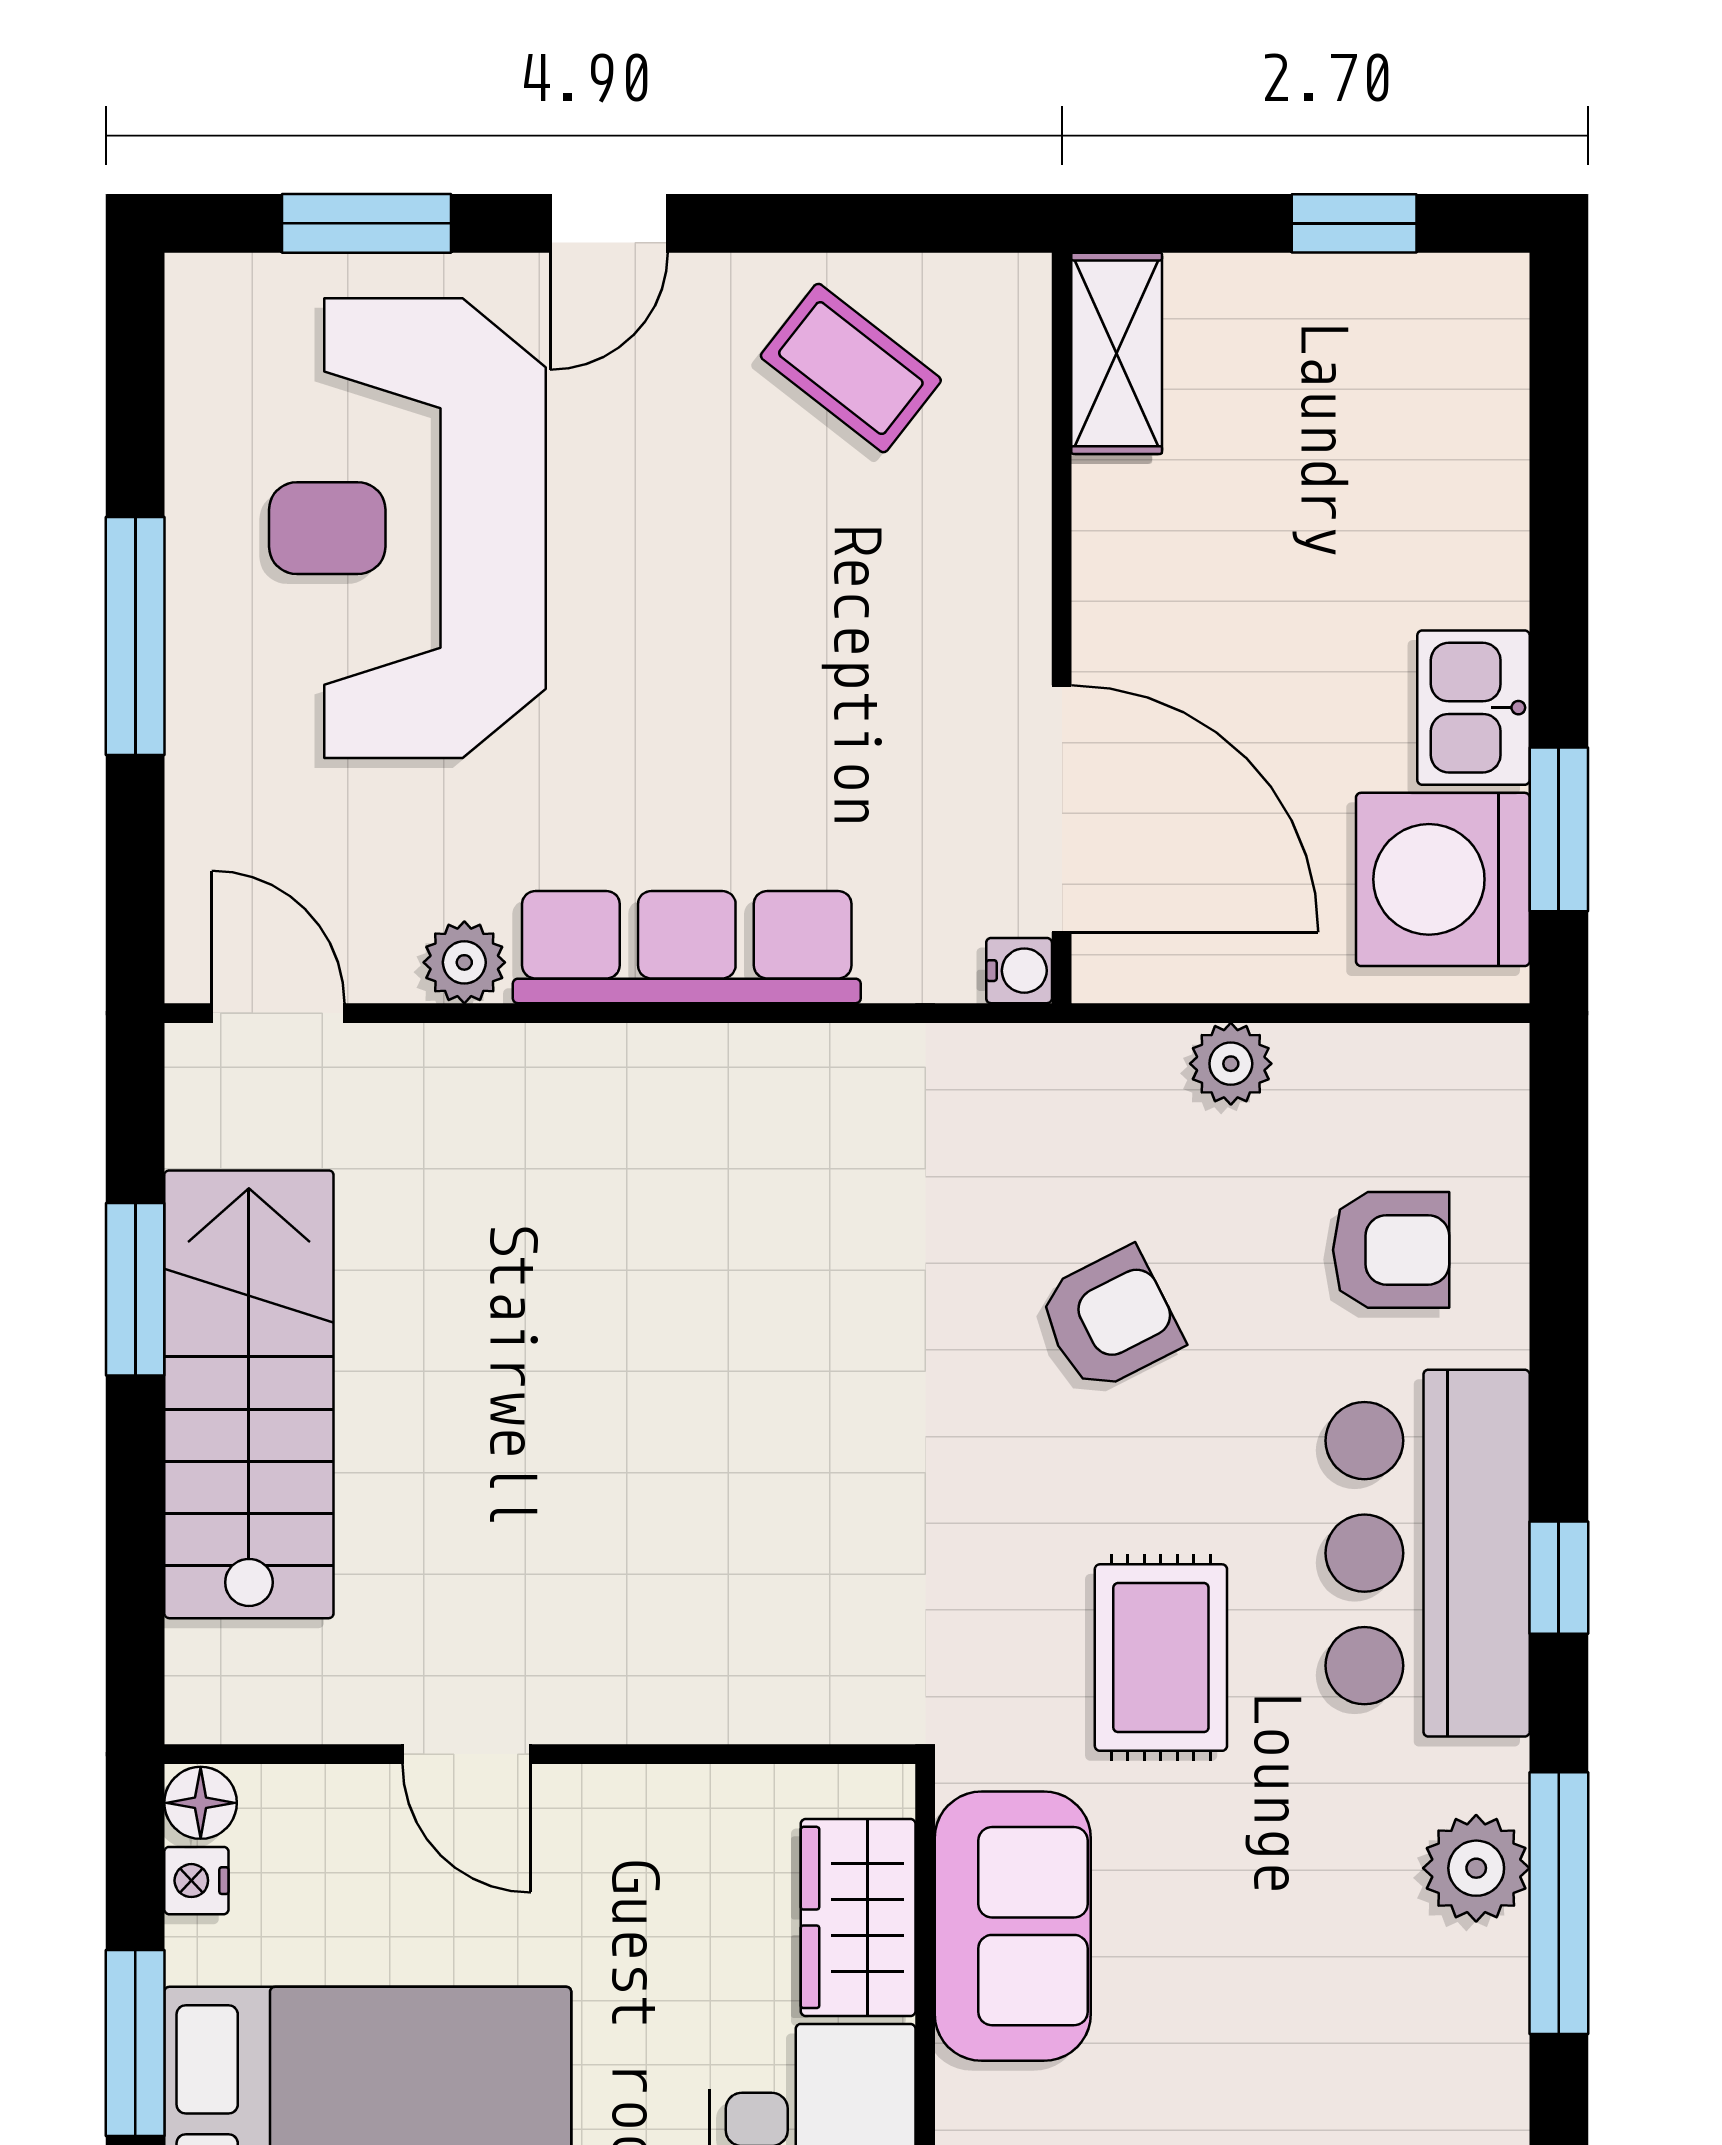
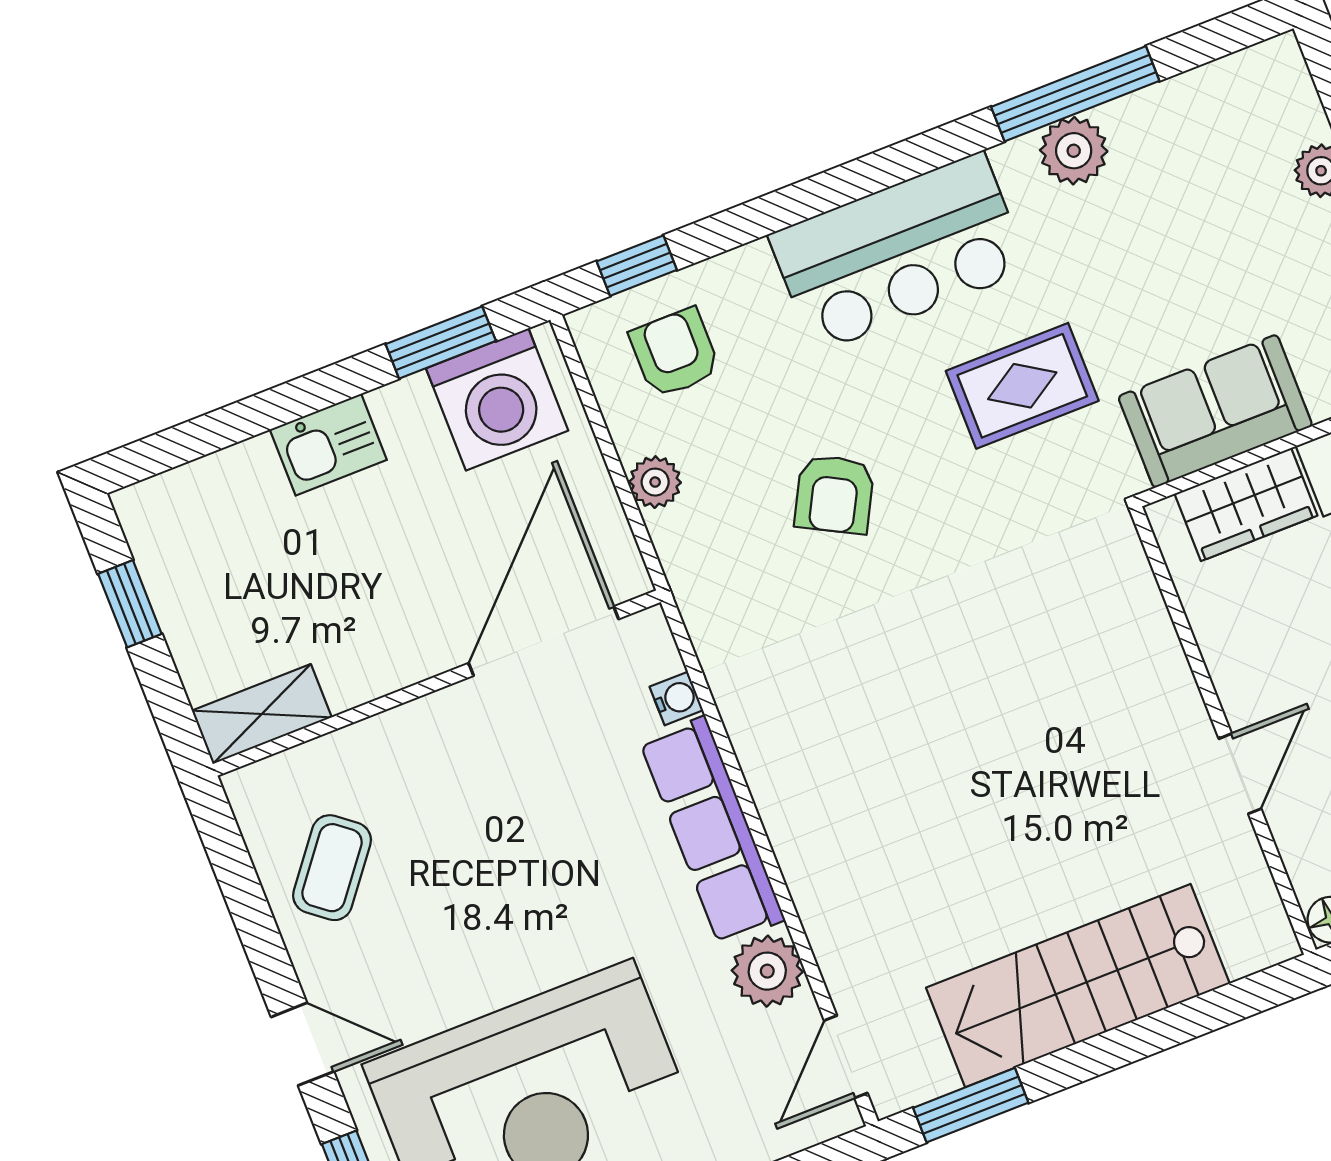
kitchen sink: (1473, 708) -> (328, 445), moved
plant: (464, 962) -> (767, 971), width x1.38, depth x1.38
water cooler: (1019, 971) -> (676, 698), moved, turned 90
armchair: (1391, 1250) -> (675, 353), moved
window: (135, 1289) -> (971, 1105), moved
armchair: (1110, 1320) -> (834, 494), turned -125
window: (1559, 1578) -> (637, 266), moved

